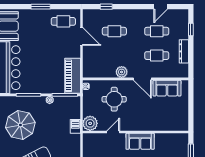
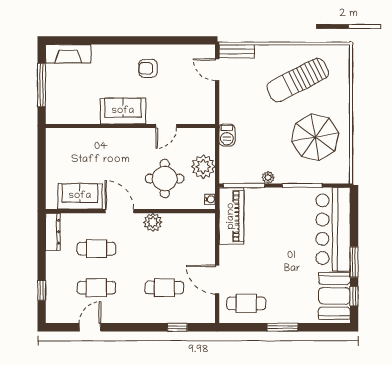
dresser: (184, 51) -> (53, 232), moved
plant: (90, 123) -> (203, 167), moved

